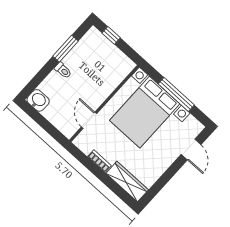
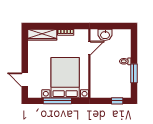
washbasin: (38, 100) -> (105, 35), moved
door: (89, 120) -> (89, 48), hinge flipped

